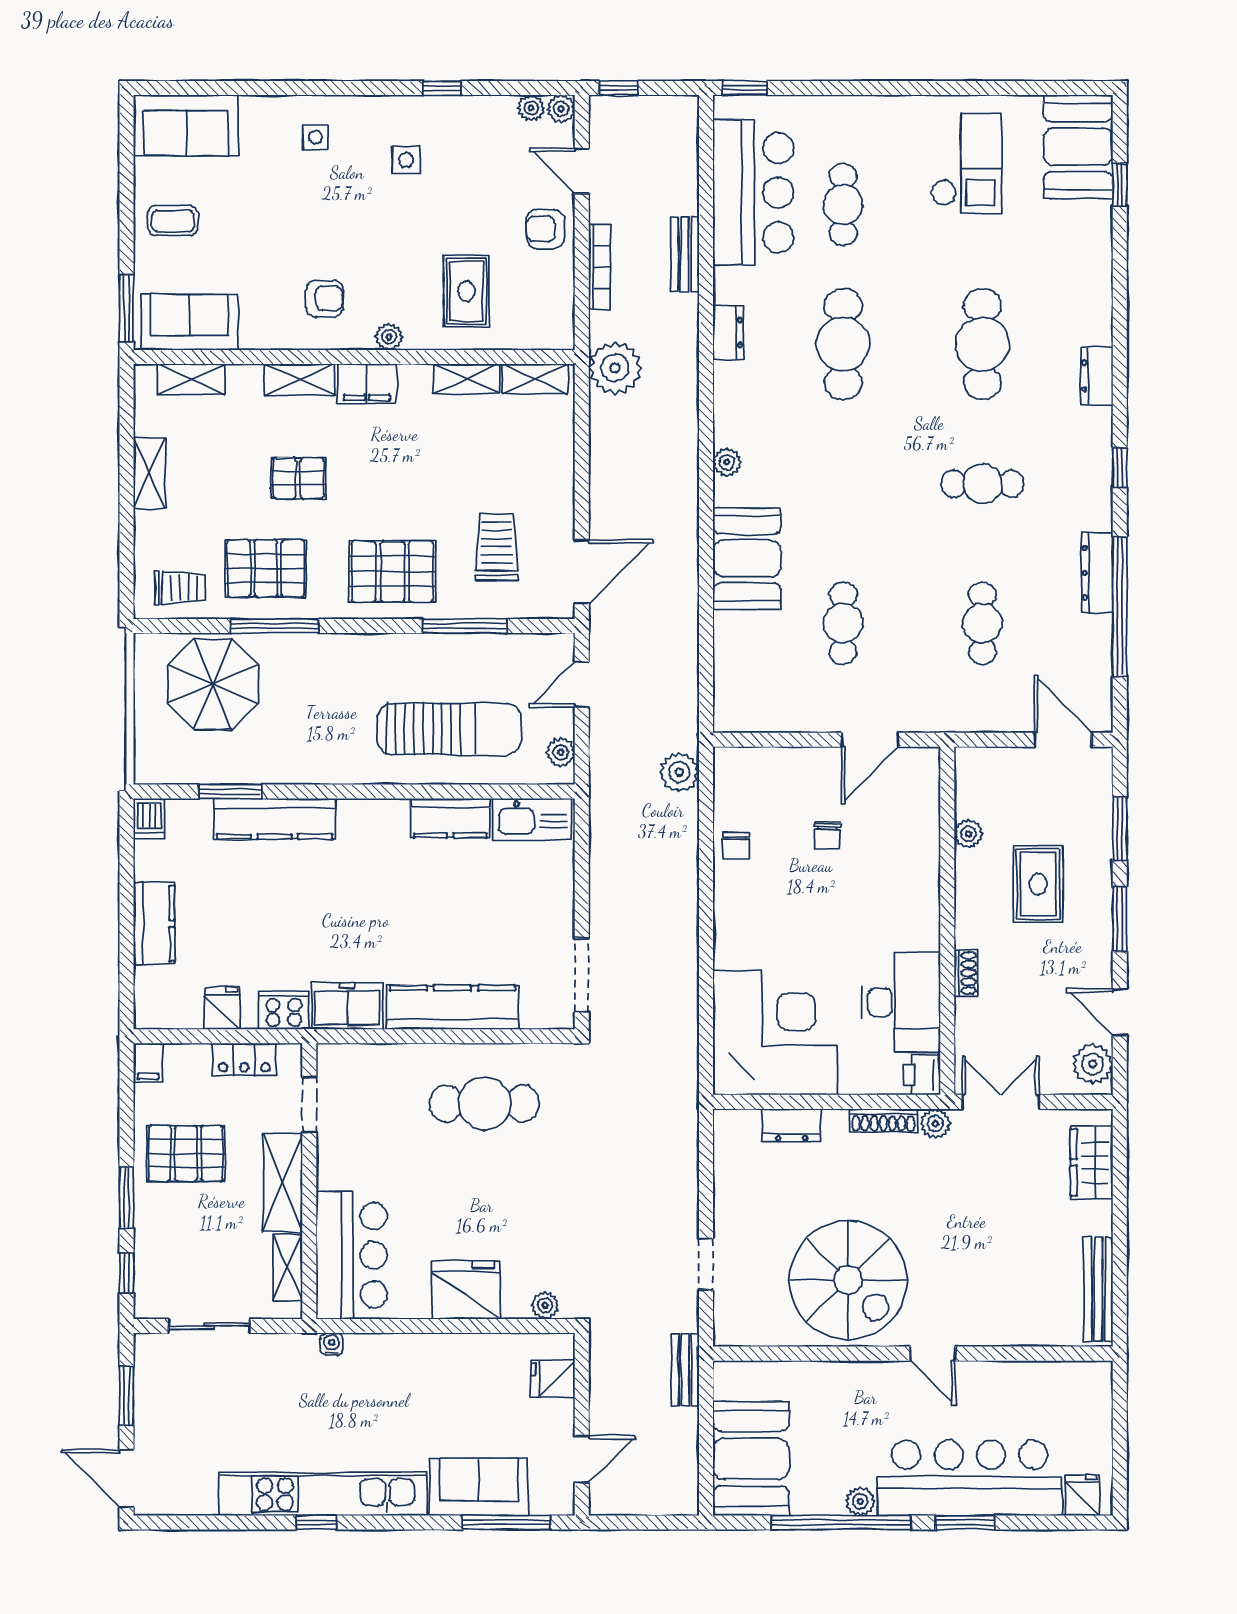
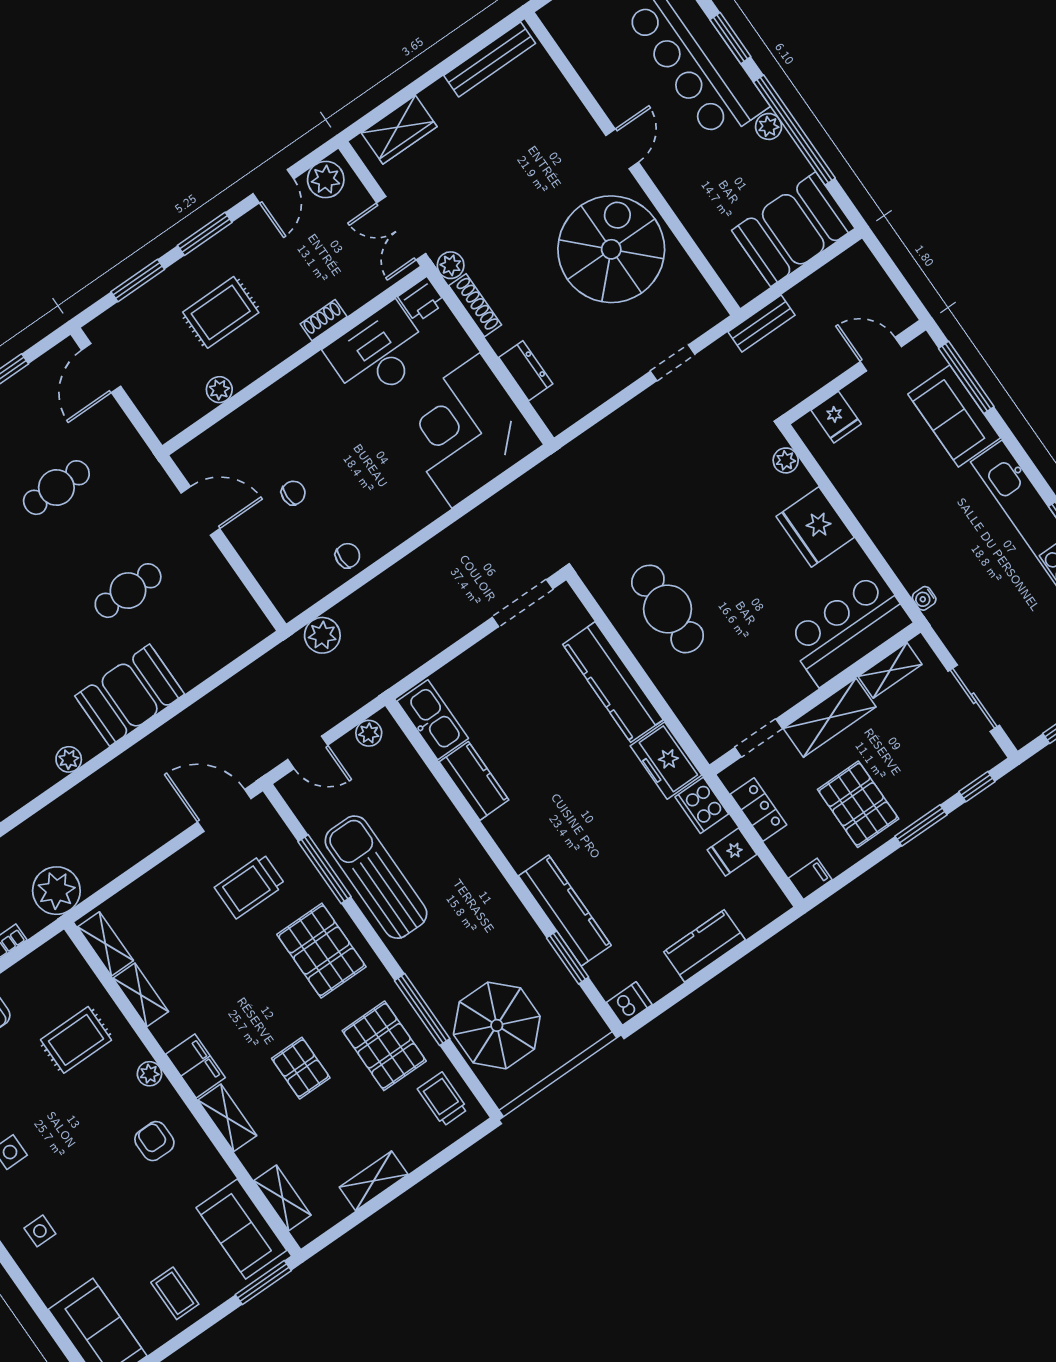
sun lounger: (449, 729) -> (376, 877), moved

